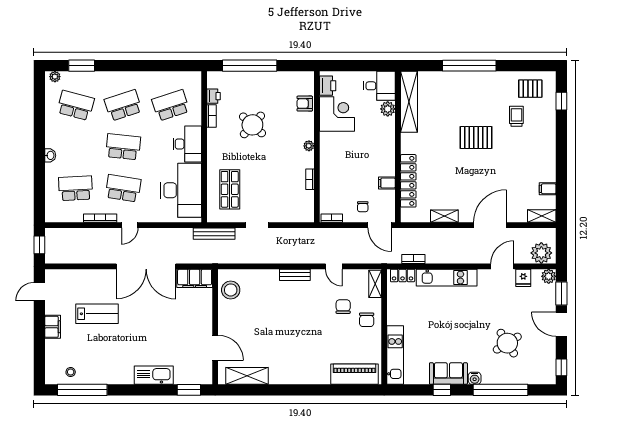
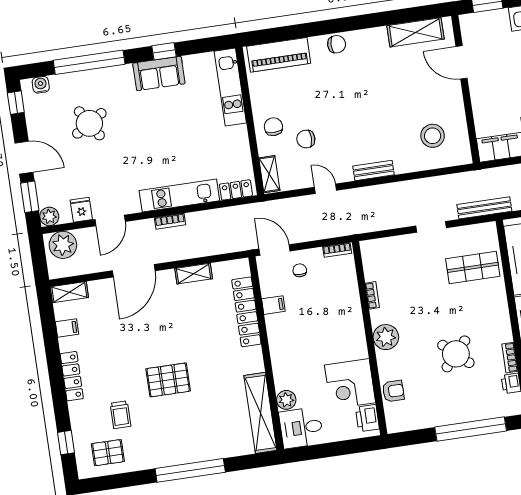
plant: (309, 146) -> (386, 337), width x1.88, depth x1.88
locker: (549, 151) -> (72, 376), added
shop shelf: (230, 189) -> (473, 267), turned 90
bookcase: (413, 259) -> (170, 221), moved
stool: (231, 290) -> (433, 136), moved
chair: (343, 307) -> (306, 139), turned 90
chair: (309, 376) -> (337, 44), added
water cooler: (475, 378) -> (41, 85), moved

